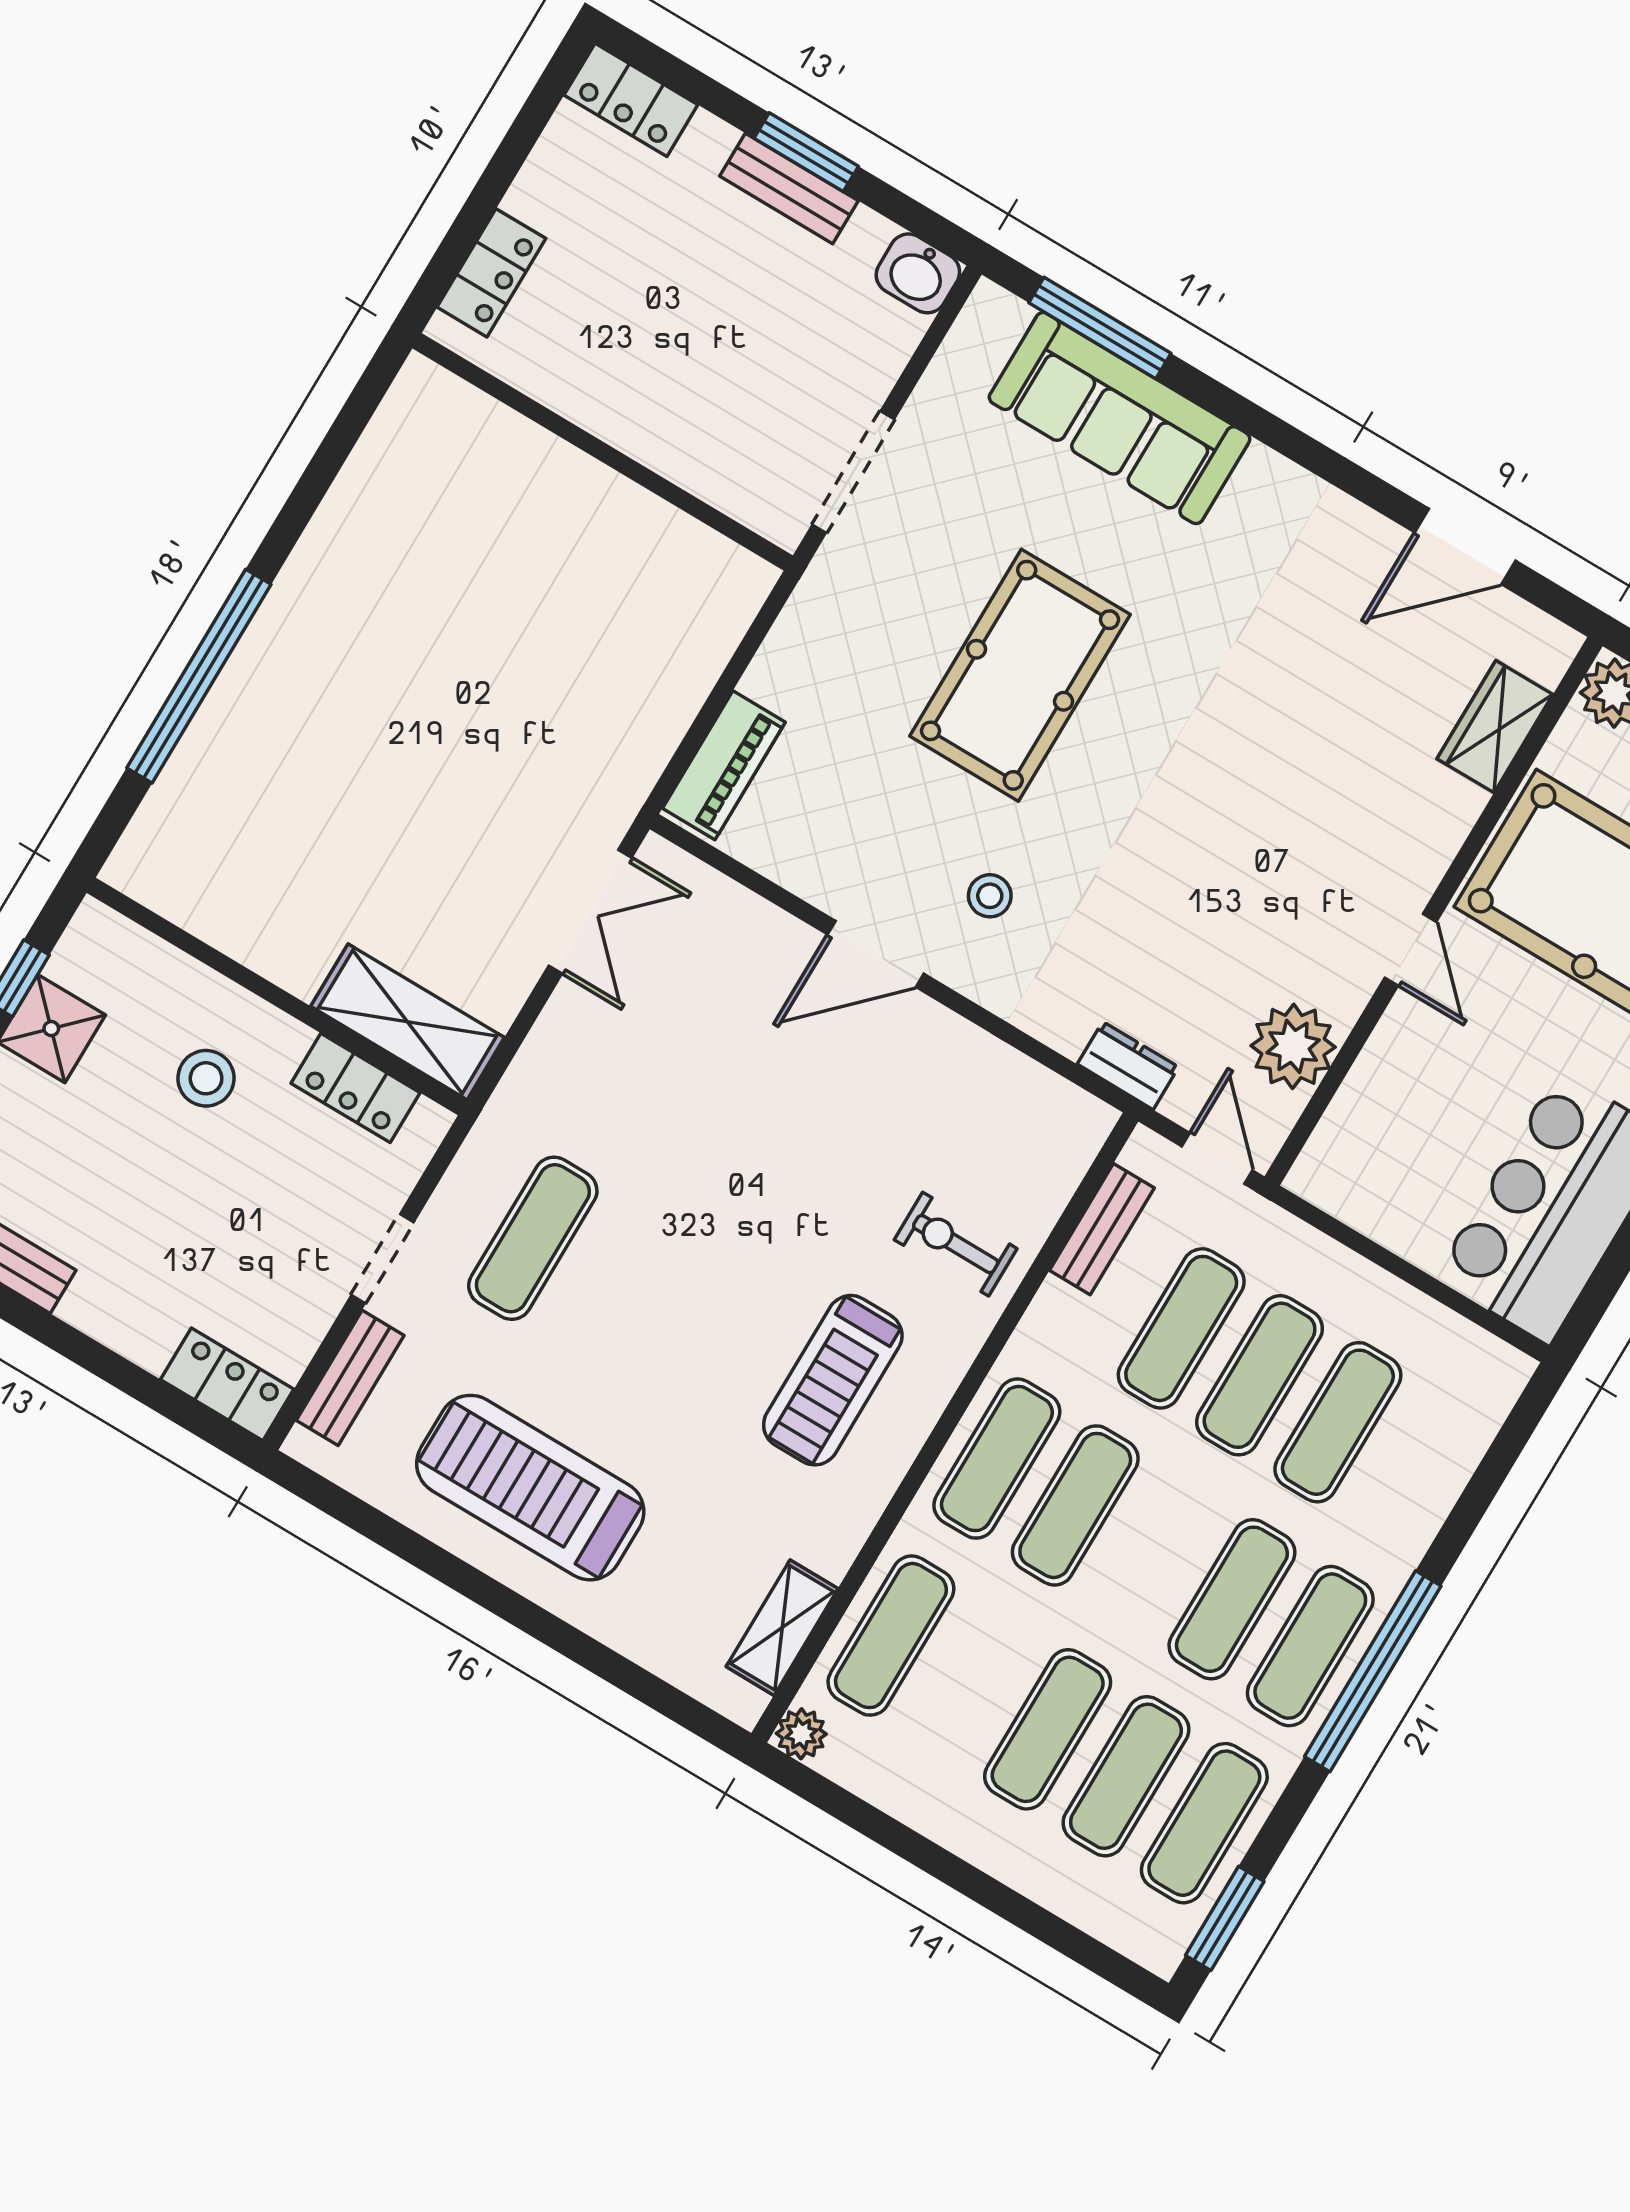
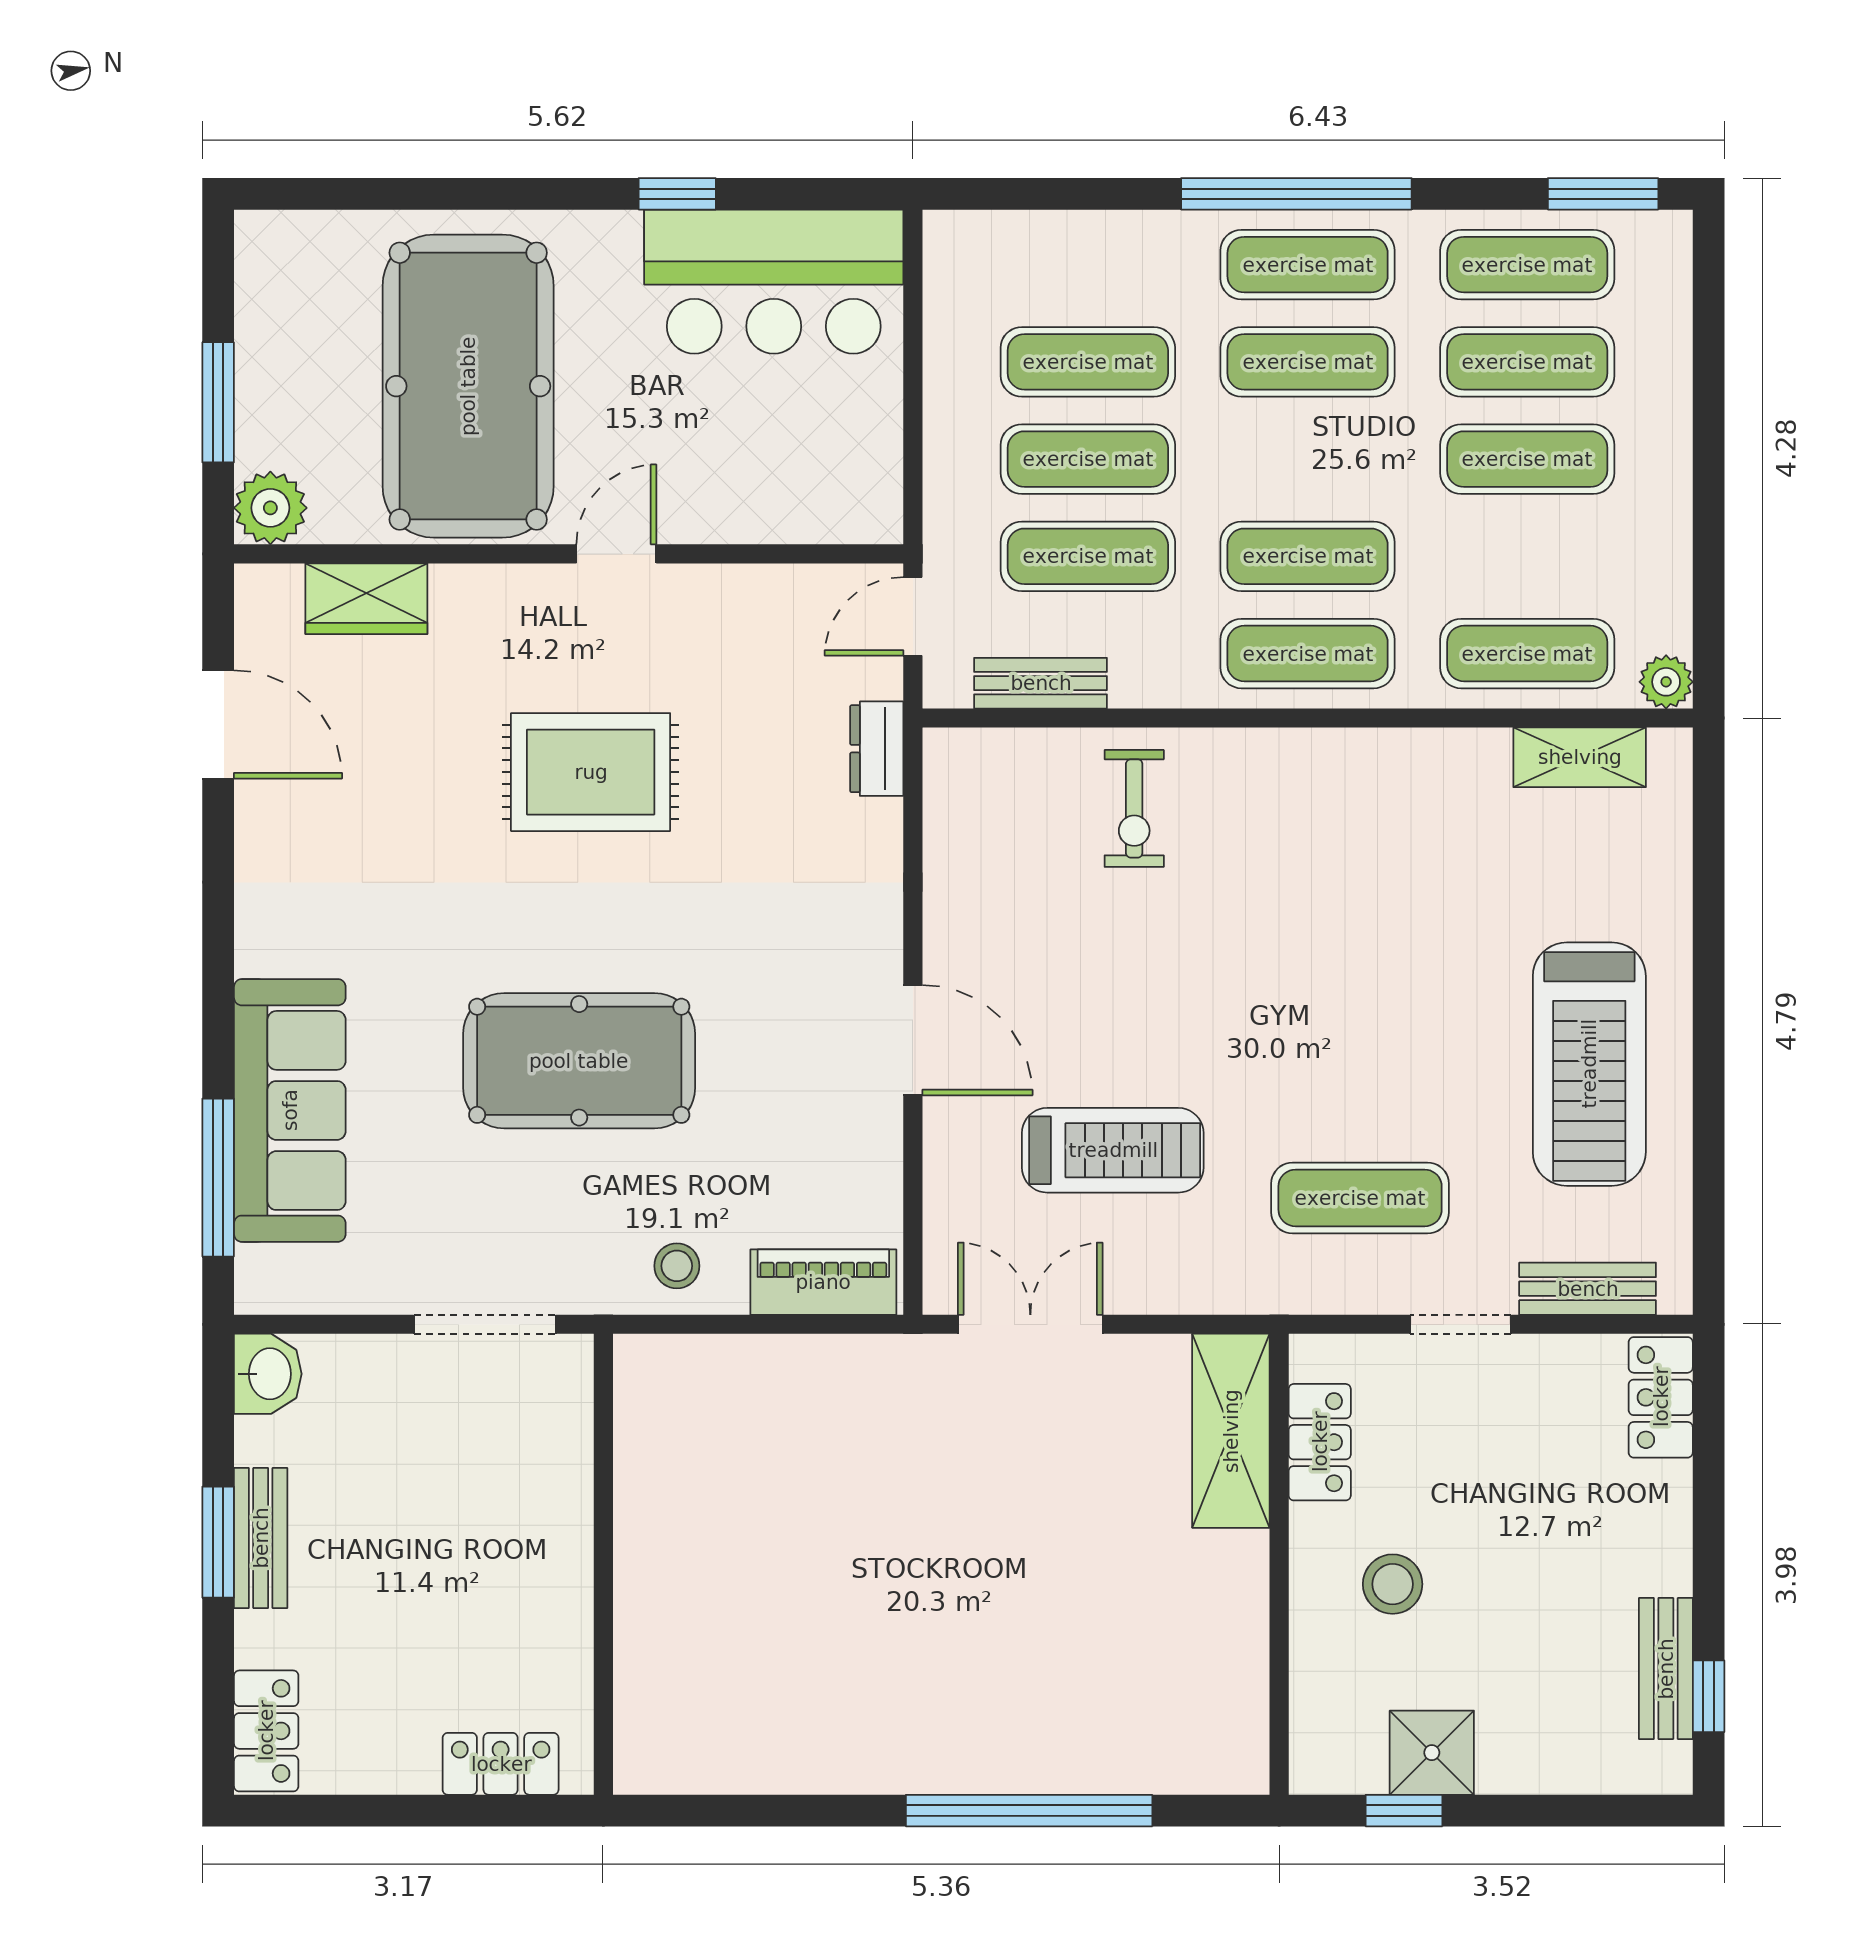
rug: (1247, 824) -> (591, 772), added
stool: (990, 896) -> (677, 1266), moved
plant: (1293, 1046) -> (769, 608), removed
treadmill: (833, 1380) -> (1113, 1150), moved

